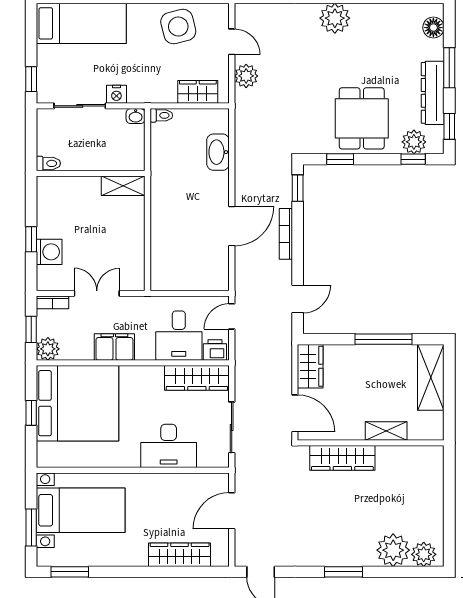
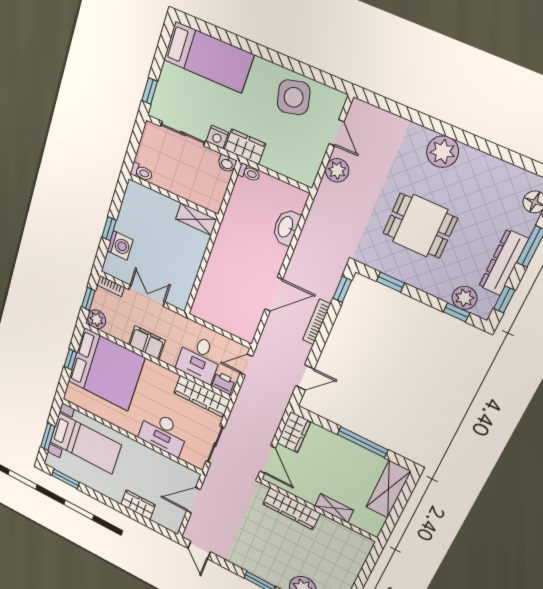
wardrobe: (198, 92) -> (245, 147), moved
dining table: (362, 118) -> (420, 226), moved, turned 90
wardrobe: (180, 555) -> (138, 505), width x0.67

